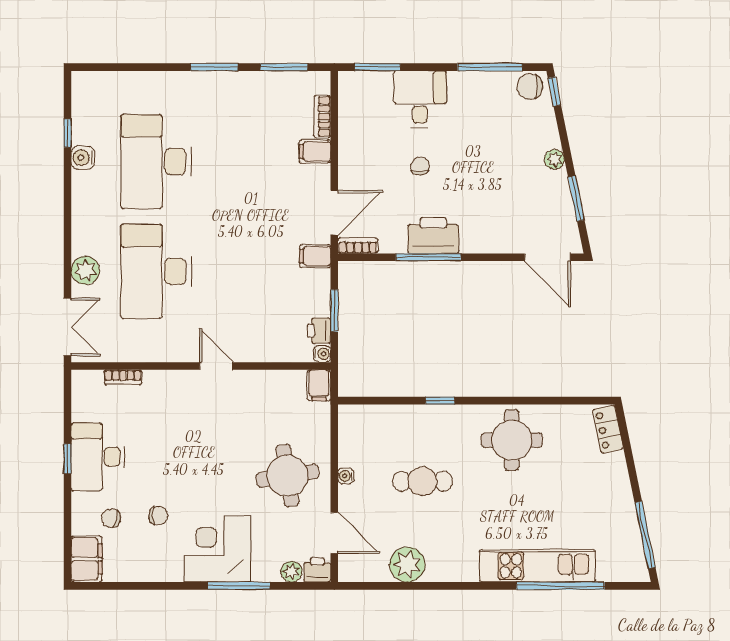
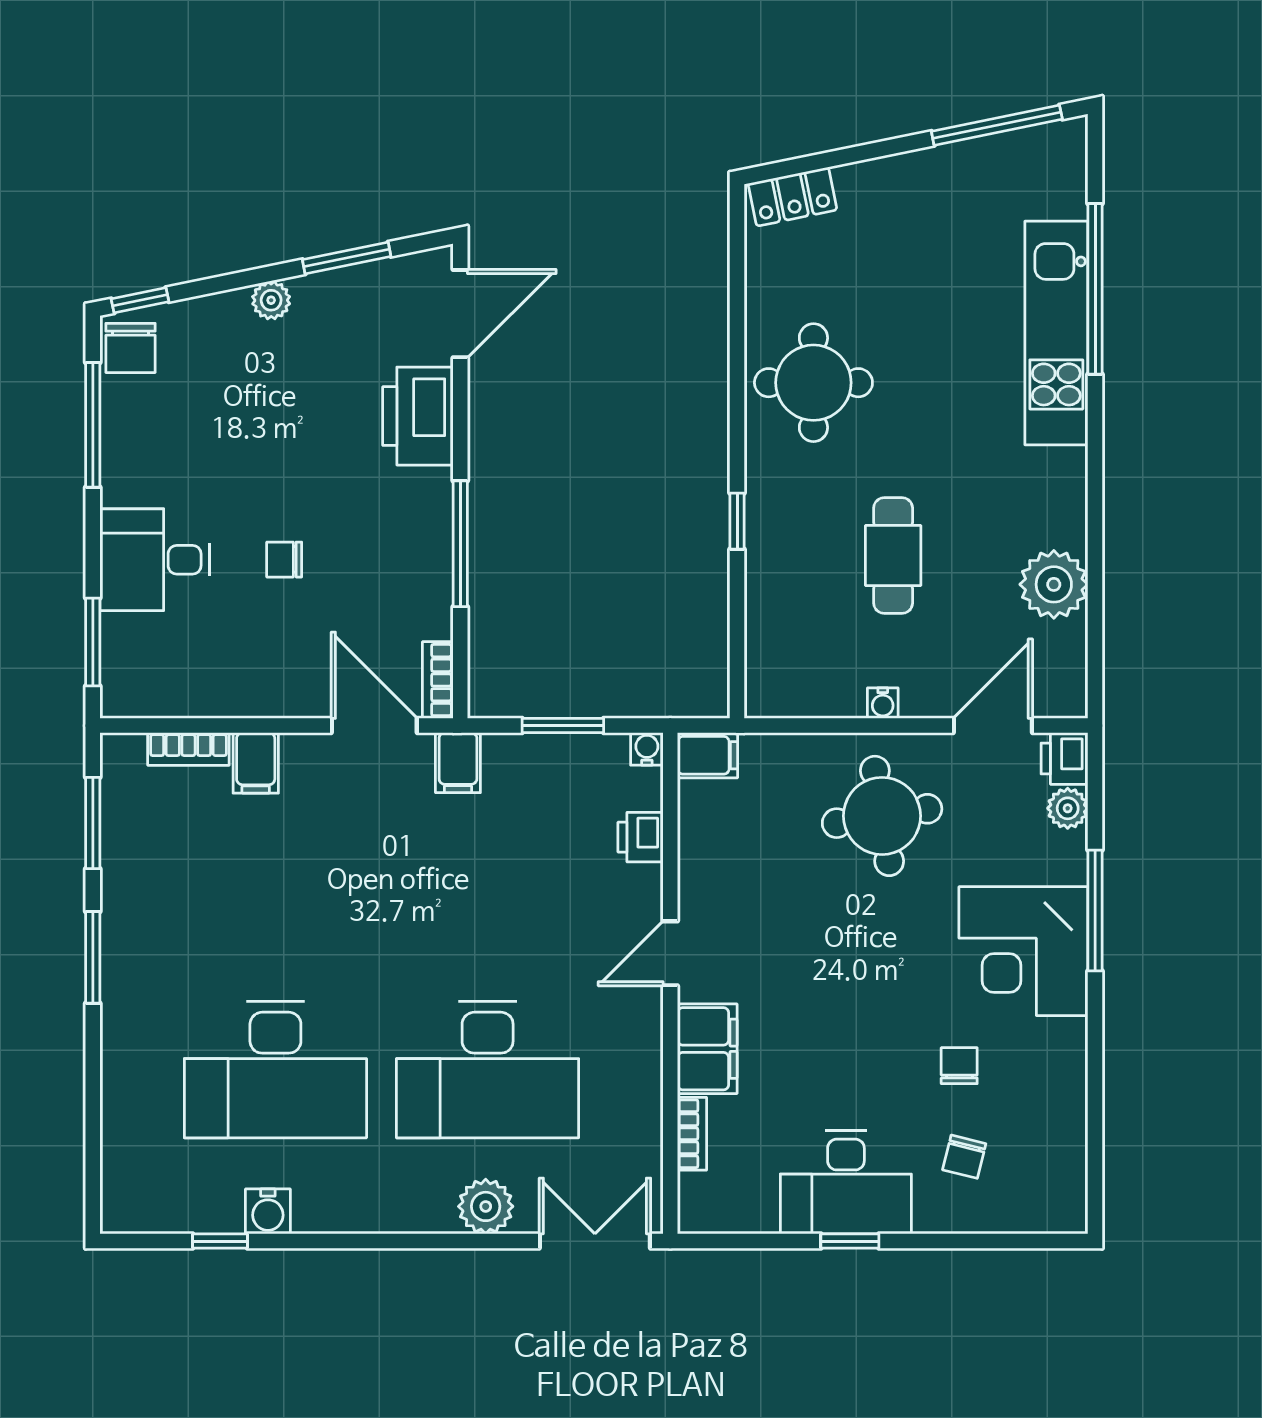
printer: (433, 235) -> (418, 416), moved
printer: (319, 331) -> (641, 837), moved, turned 90
filing cabinet: (87, 559) -> (707, 1049), moved, turned 90

